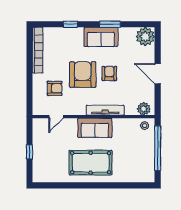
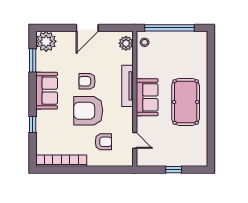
window: (110, 24) -> (33, 60), moved
armchair: (55, 88) -> (103, 142), turned 90

